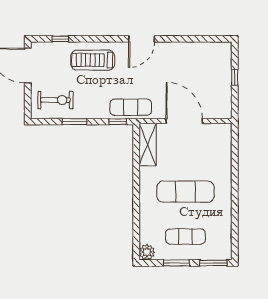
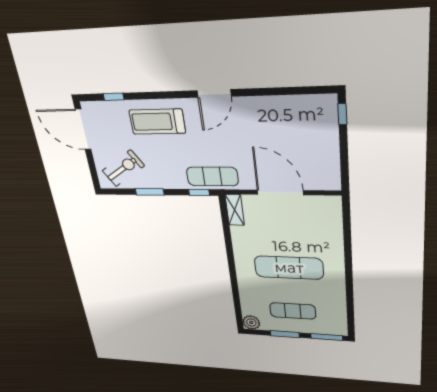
window: (235, 77) -> (342, 114), moved
exercise bike: (55, 100) -> (123, 168), turned -33
shelving: (148, 144) -> (235, 210), width x0.67, depth x0.75

